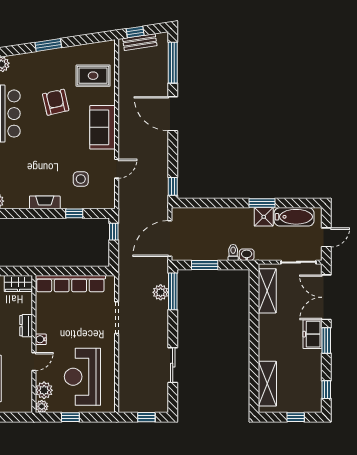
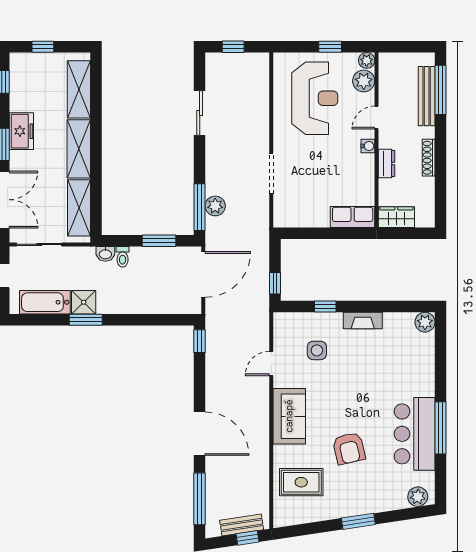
row of seats: (70, 284) -> (353, 217), width x0.50
freezer: (312, 334) -> (21, 131), moved
shelving: (268, 337) -> (79, 149), added

